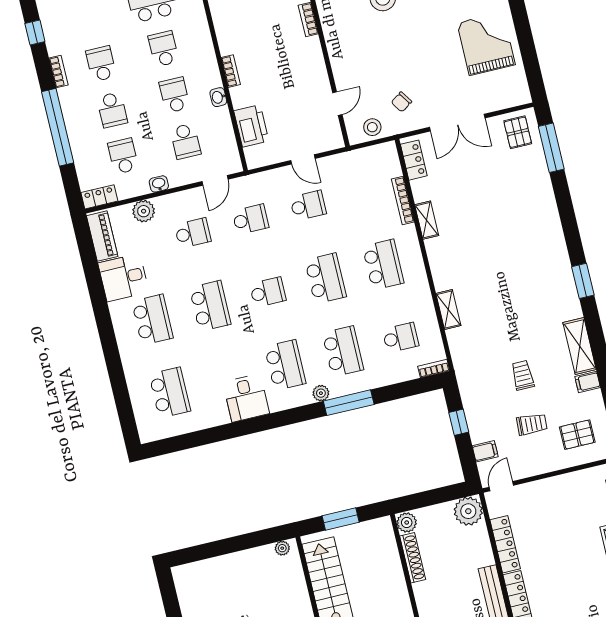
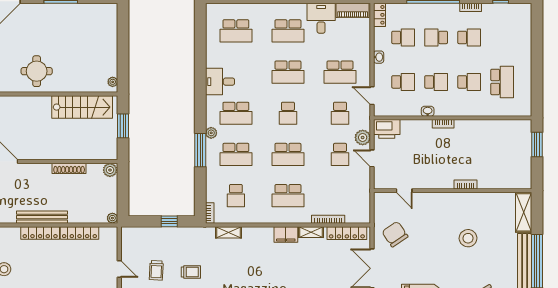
chair: (401, 102) -> (395, 234), width x1.87, depth x1.87
printer: (251, 126) -> (387, 129), moved
stool: (372, 127) -> (383, 210), removed
school desk: (185, 141) -> (403, 82), turned 180
door: (303, 159) -> (372, 158), hinge flipped
locker: (414, 160) -> (347, 233), width x1.53
plant: (144, 211) -> (363, 137), moved
school desk: (193, 233) -> (340, 72), width x1.85
shelving: (448, 310) -> (229, 232), moved
filing cabinet: (485, 451) -> (286, 234), moved, width x2.00
door: (501, 486) -> (119, 269), moved
plant: (468, 511) -> (112, 218), width x0.53, depth x0.53
shoe rack: (413, 558) -> (69, 168), moved

